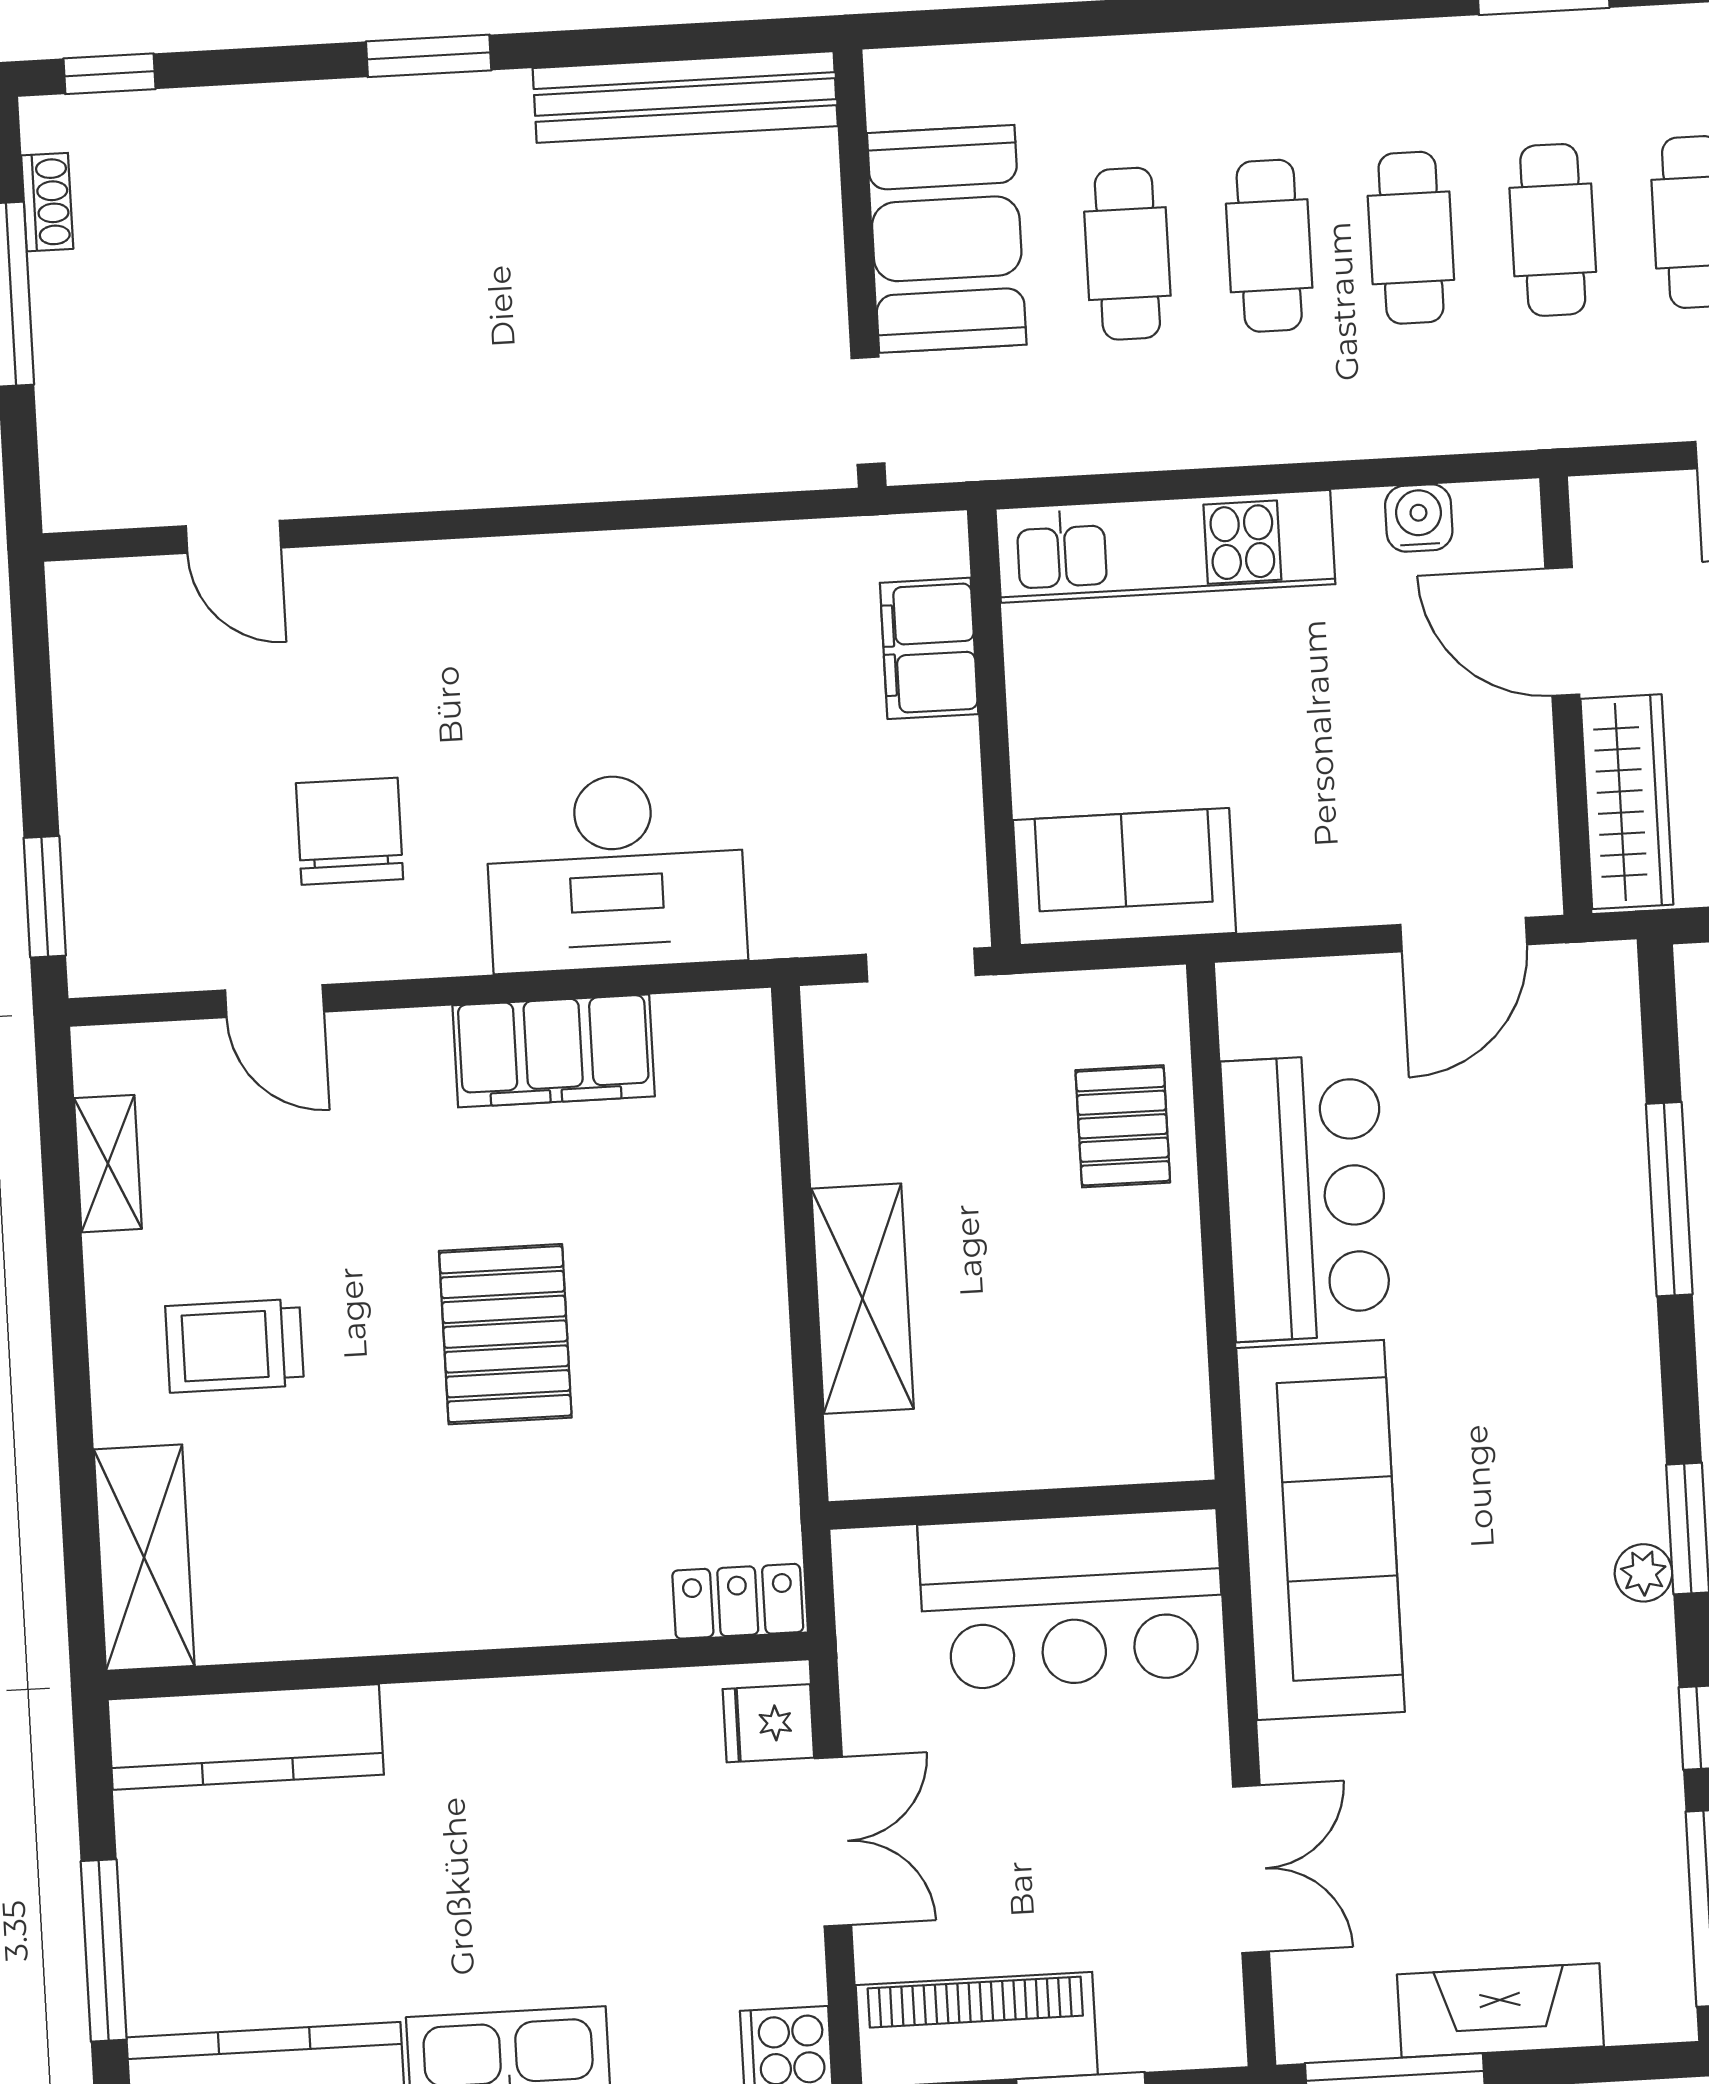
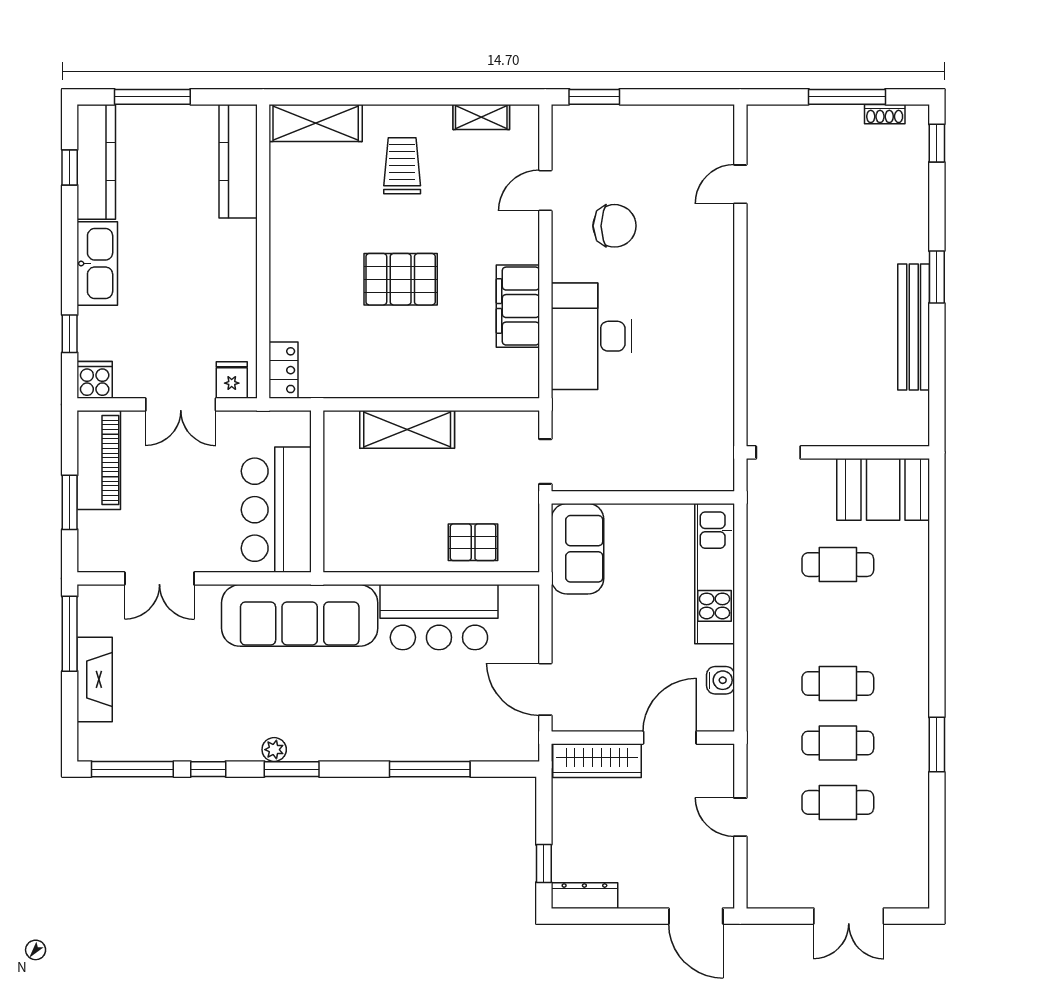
bench: (685, 97) -> (914, 327), moved
booth: (947, 239) -> (883, 489), moved
cafe table: (1269, 246) -> (838, 624), removed
filing cabinet: (929, 648) -> (677, 472), removed

